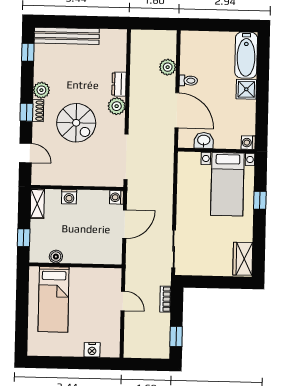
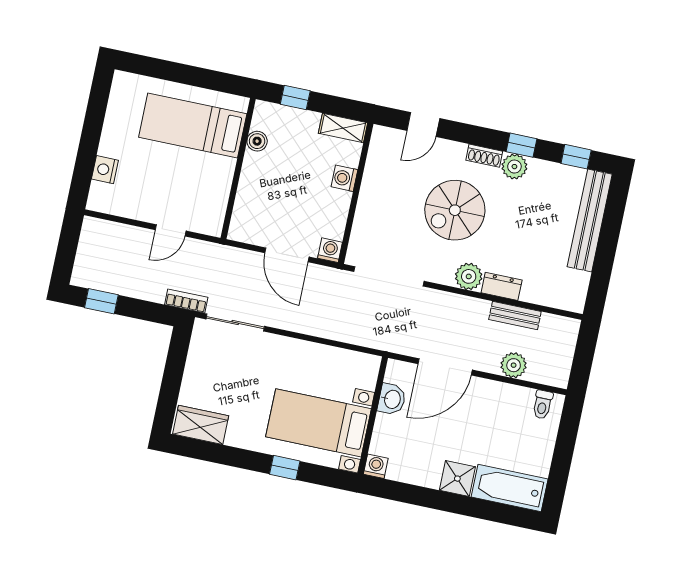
bench: (136, 72) -> (515, 316), added
toilet: (188, 81) -> (543, 404), moved
window: (26, 112) -> (522, 145), moved
bookcase: (165, 299) -> (186, 301), moved

